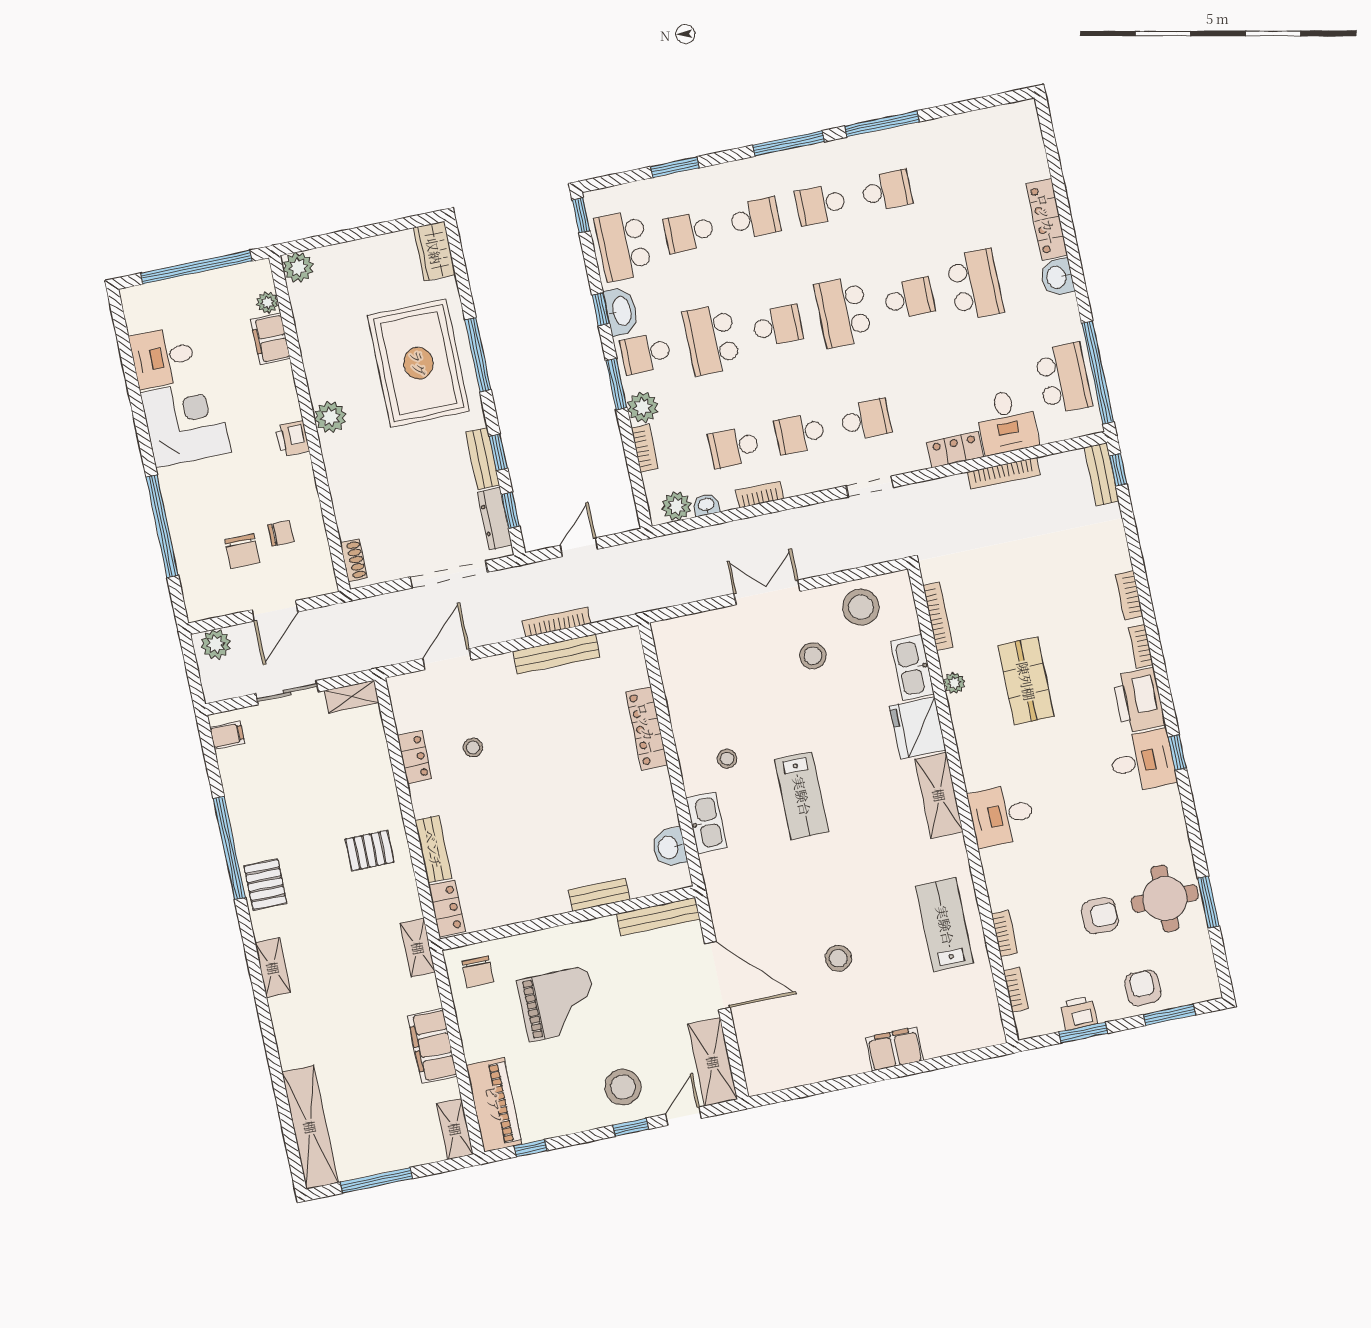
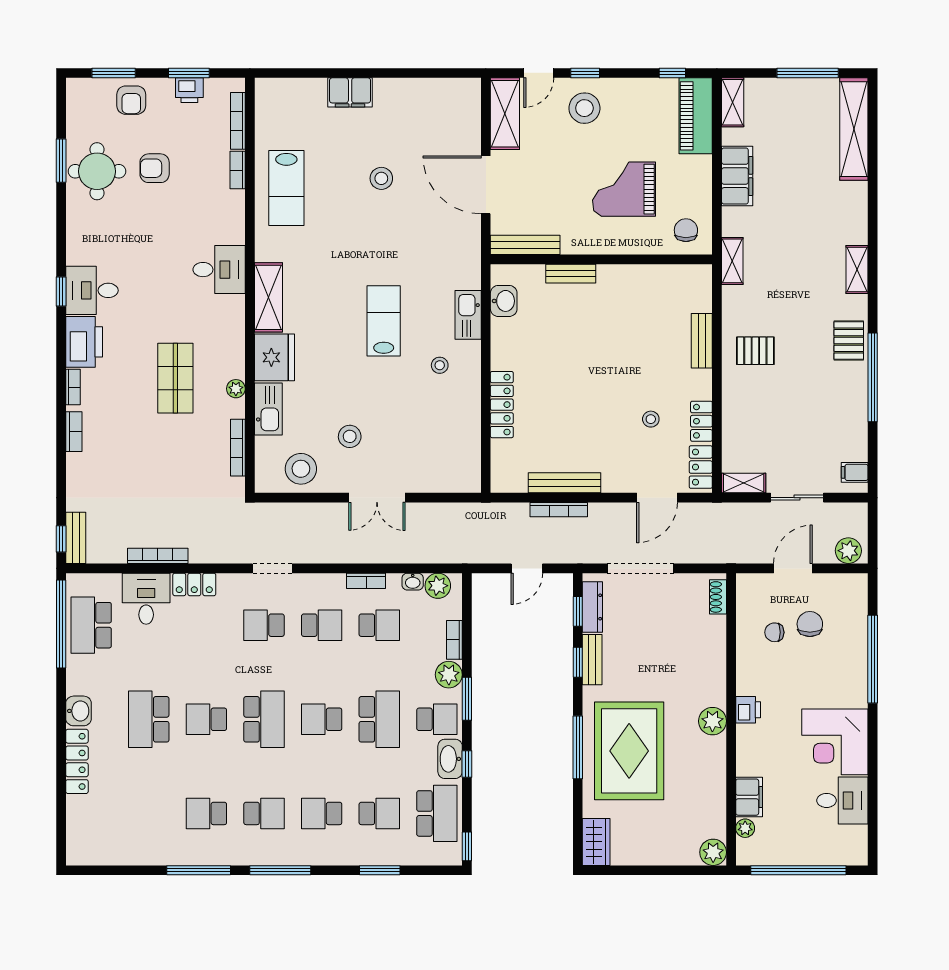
locker: (447, 908) -> (701, 467), moved
bookcase: (1016, 990) -> (238, 121), width x1.56

